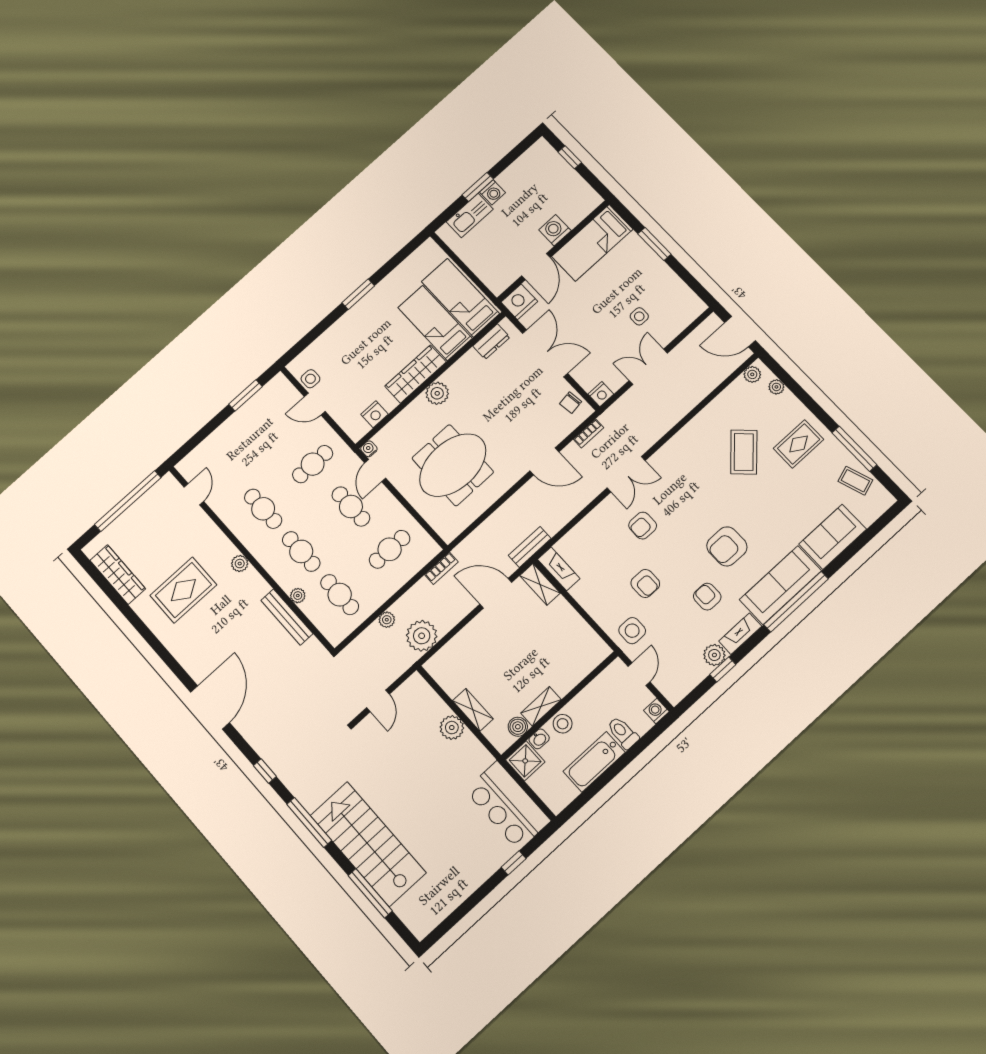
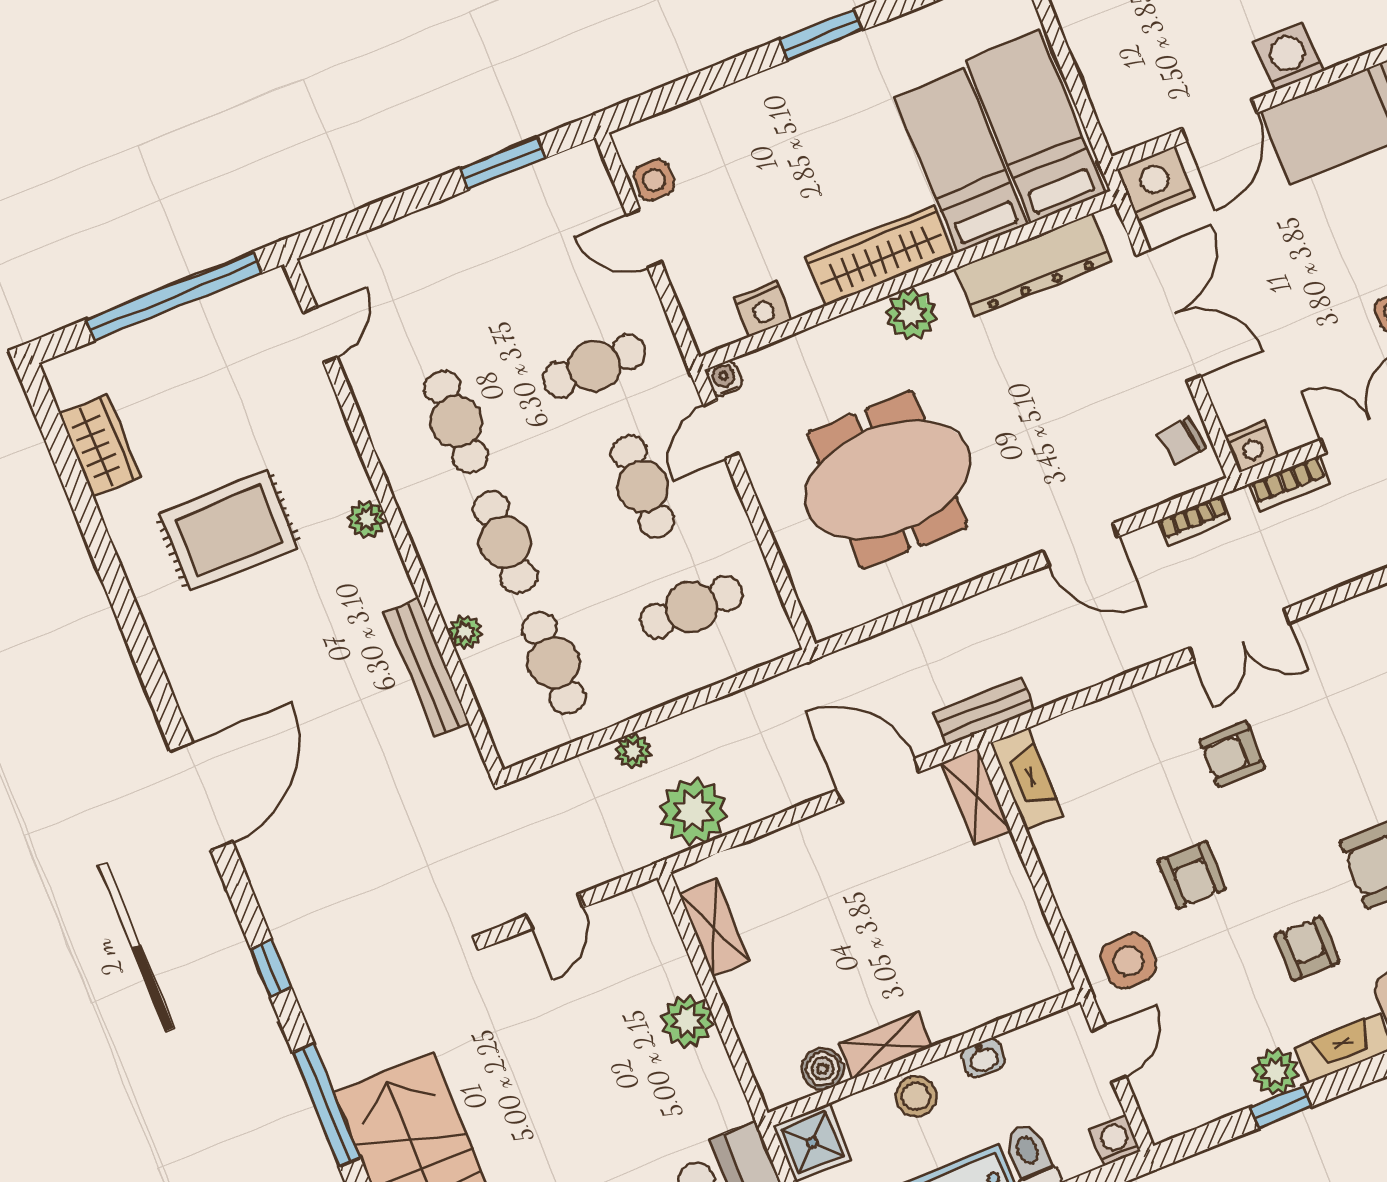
dresser: (491, 342) -> (1033, 265), width x1.96, depth x1.24
bookcase: (441, 568) -> (1290, 483), moved
wardrobe: (118, 575) -> (100, 446), width x0.67
shelving: (473, 710) -> (714, 927), moved
washbasin: (539, 739) -> (983, 1058), moved

